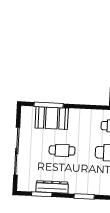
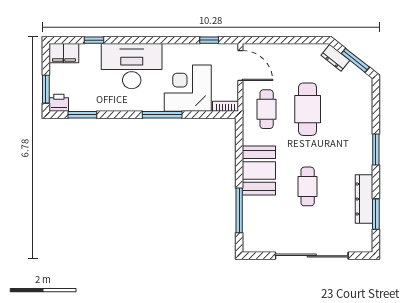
booth: (52, 118) -> (259, 170), moved

